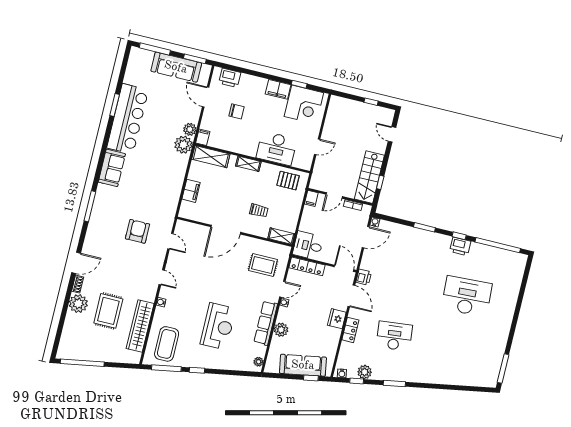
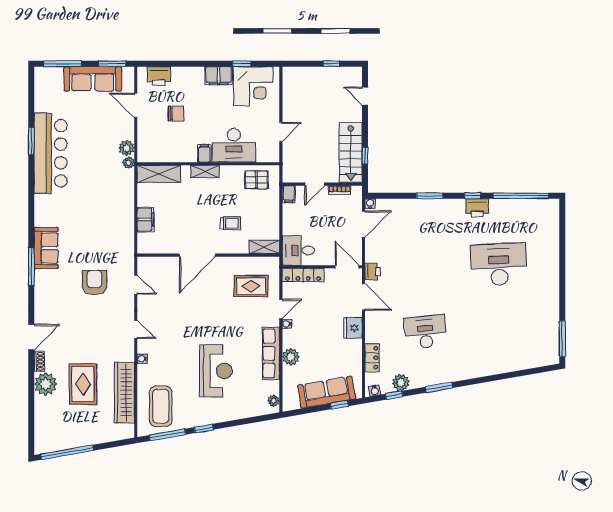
filing cabinet: (203, 137) -> (204, 153), moved
plant: (183, 145) -> (129, 163), width x0.53, depth x0.53
sofa: (112, 168) -> (46, 248), moved
locker: (350, 330) -> (372, 358), moved

